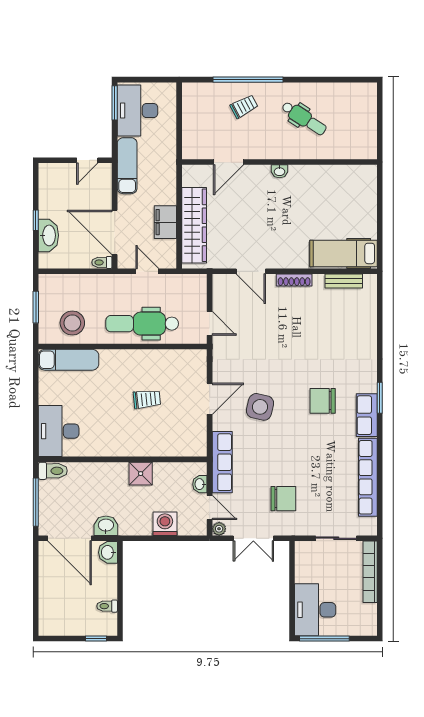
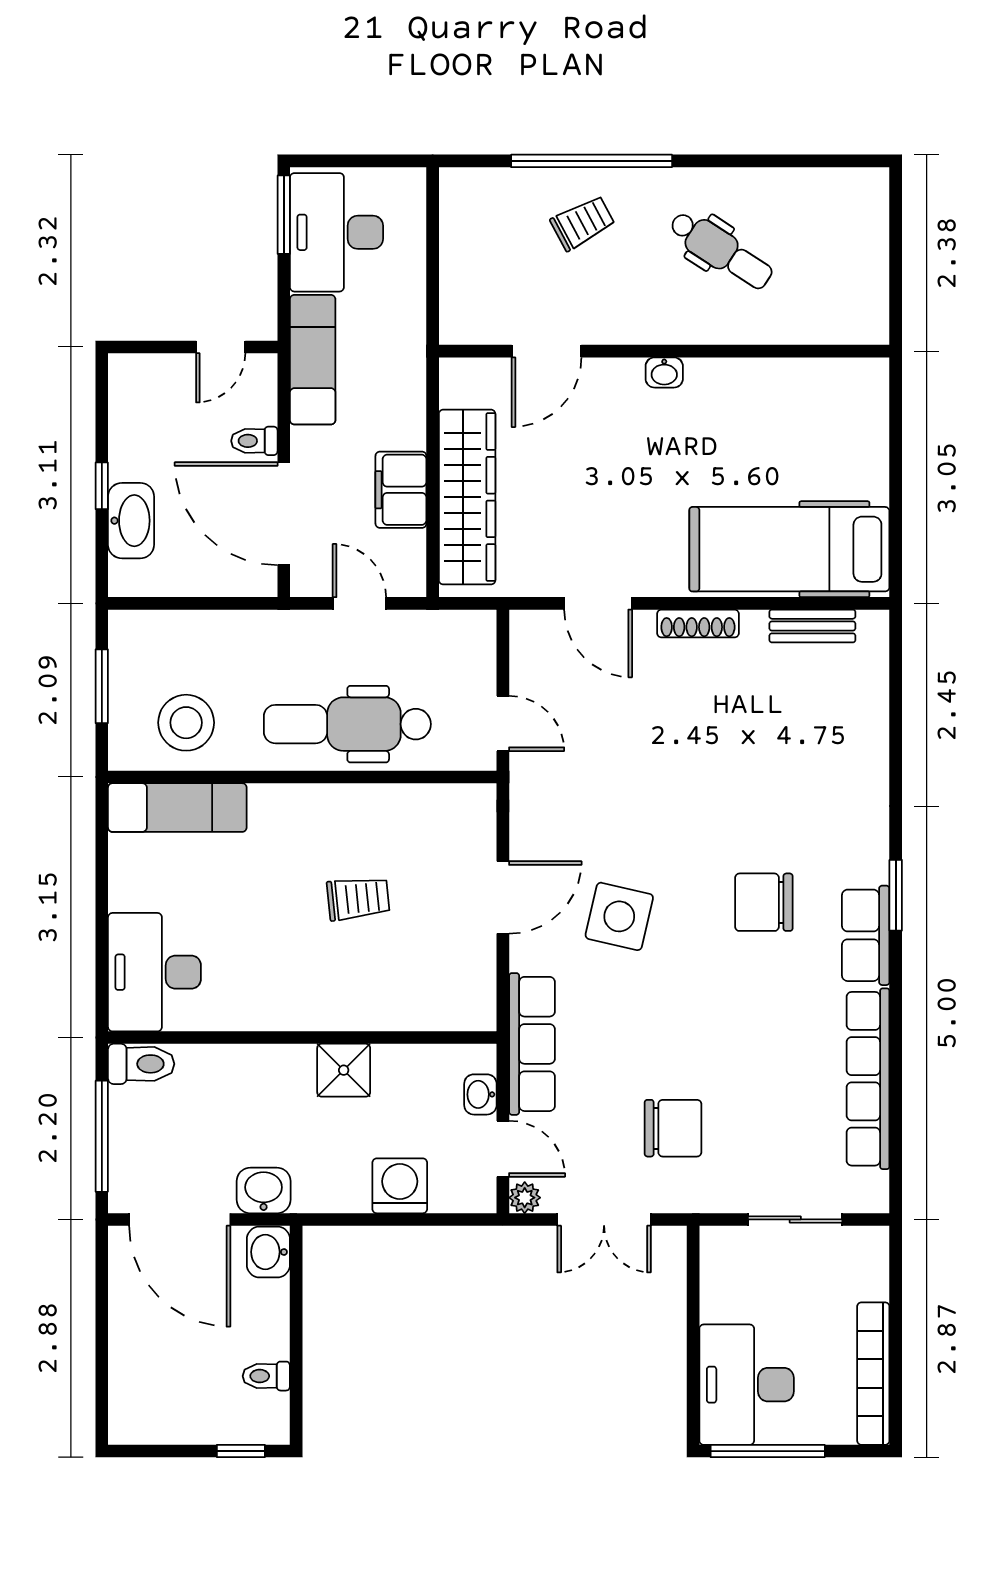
hospital bed: (343, 253) -> (789, 549), width x1.37, depth x1.29
toilet: (102, 262) -> (254, 441), moved
bookcase: (370, 572) -> (873, 1374), moved

